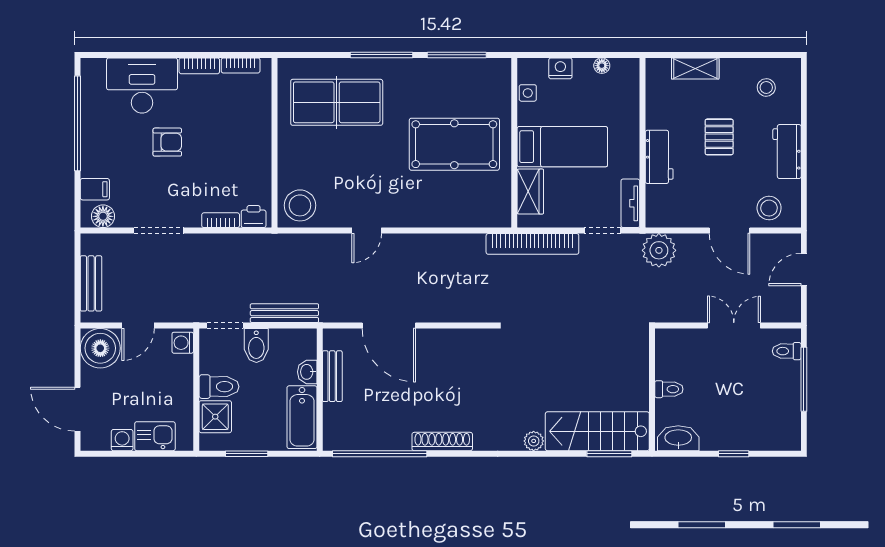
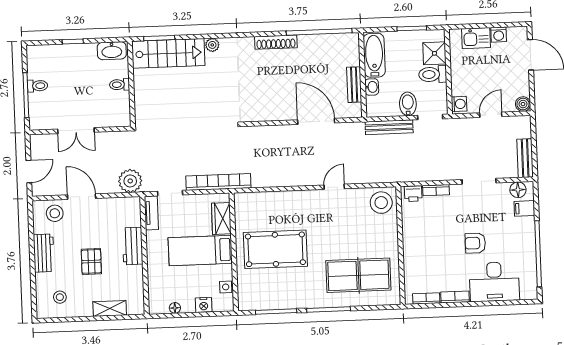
bench: (91, 283) -> (525, 158), moved
boiler: (100, 348) -> (523, 104), width x0.54, depth x0.54
toilet: (787, 351) -> (37, 86), moved

